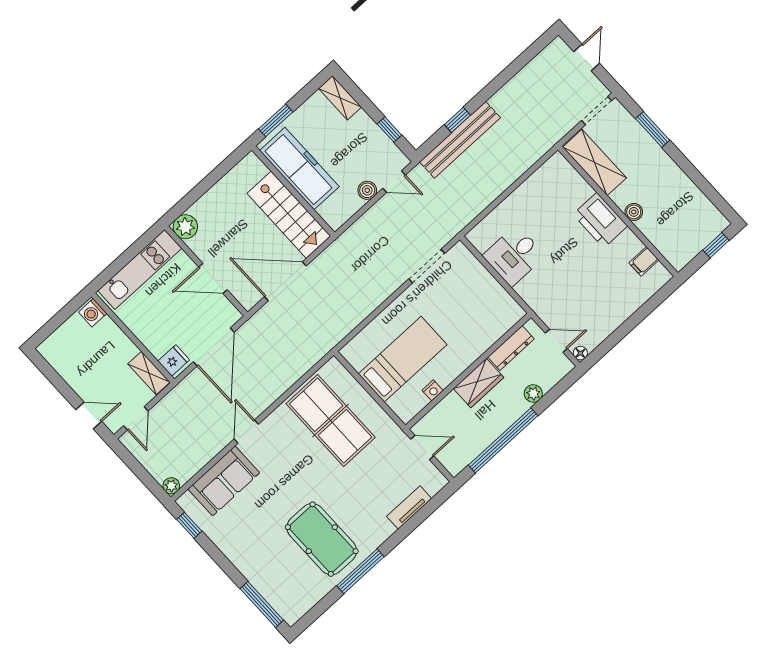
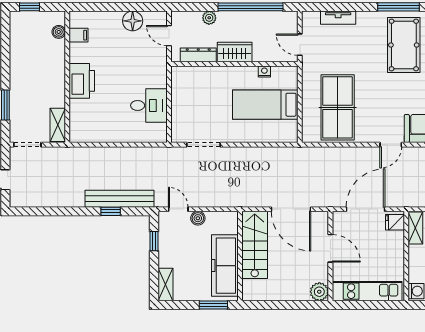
shelving: (595, 162) -> (58, 125), width x0.67, depth x0.75
boiler: (634, 212) -> (59, 32), moved
floor lamp: (580, 353) -> (133, 21), moved, width x1.89, depth x1.89

